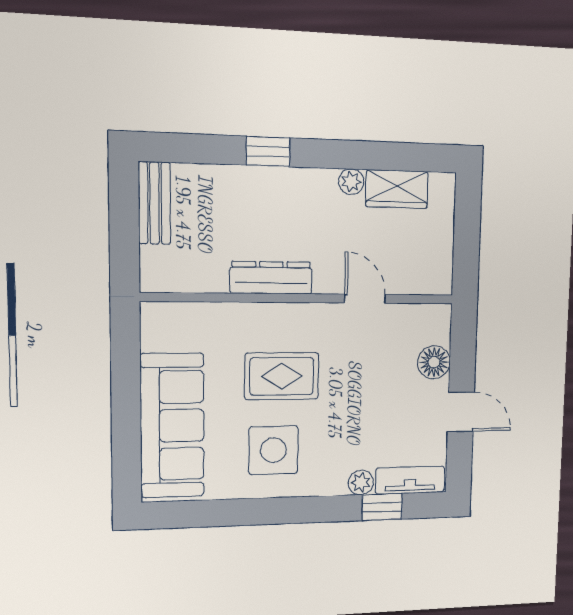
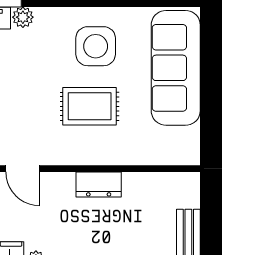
dresser: (271, 278) -> (99, 184), width x0.70

